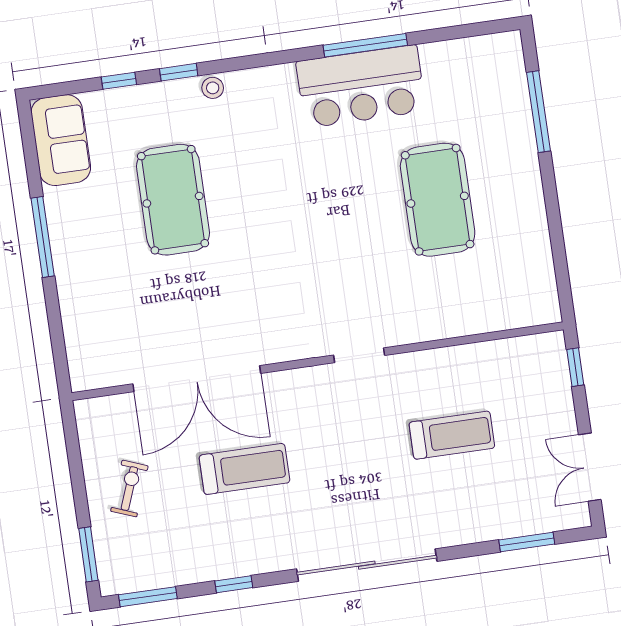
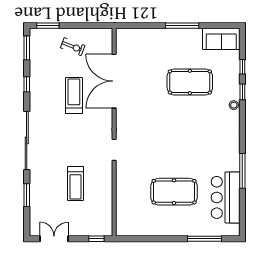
bar counter: (361, 86) -> (226, 197), moved
treadmill: (244, 469) -> (74, 96), turned 180
window: (527, 542) -> (27, 195), moved

